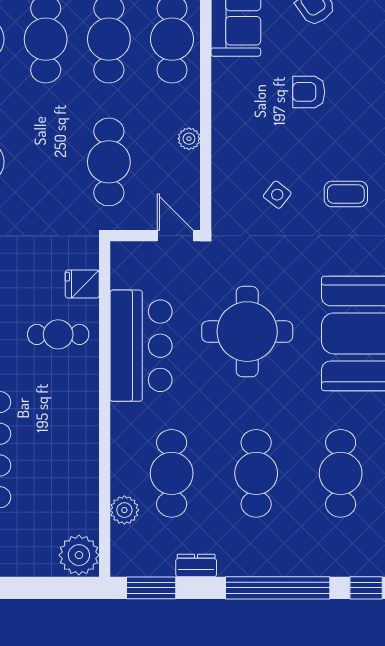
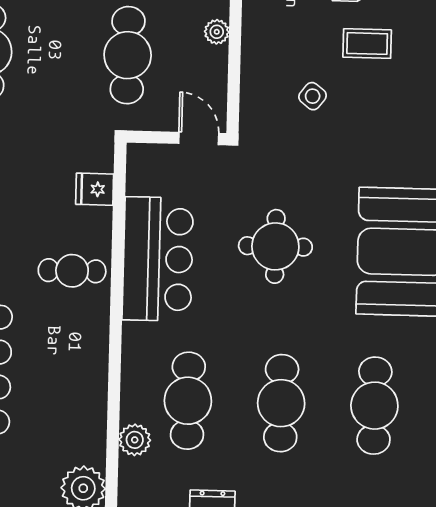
coffee table: (346, 194) -> (367, 44), moved
round table: (247, 332) -> (275, 246), width x0.73, depth x0.73
cafe table: (58, 334) -> (72, 271), moved

